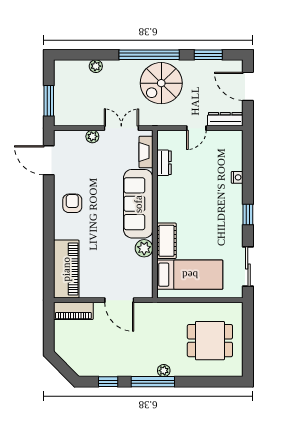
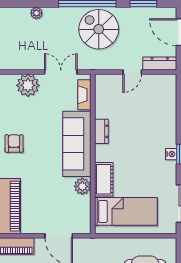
spiral stairs: (161, 83) -> (99, 29), turned 90
plant: (92, 136) -> (28, 85), width x1.88, depth x1.88
dresser: (164, 163) -> (101, 131), moved
nightstand: (237, 177) -> (171, 154), moved

